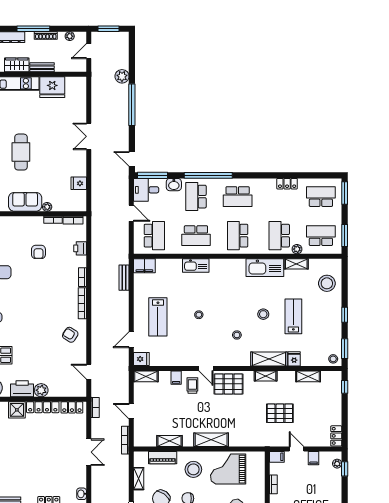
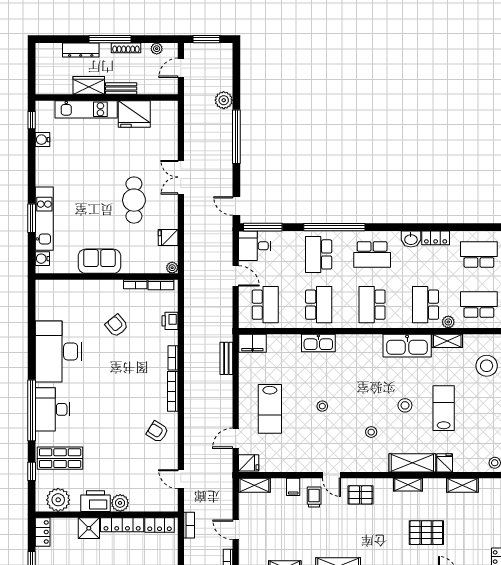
cafe table: (21, 152) -> (134, 200), moved
washbasin: (174, 185) -> (411, 239), moved
plant: (47, 207) -> (172, 268), moved
school desk: (196, 236) -> (319, 305), turned -90
armchair: (38, 252) -> (117, 326), turned 140
pallet: (229, 384) -> (360, 495), width x0.67, depth x0.71

